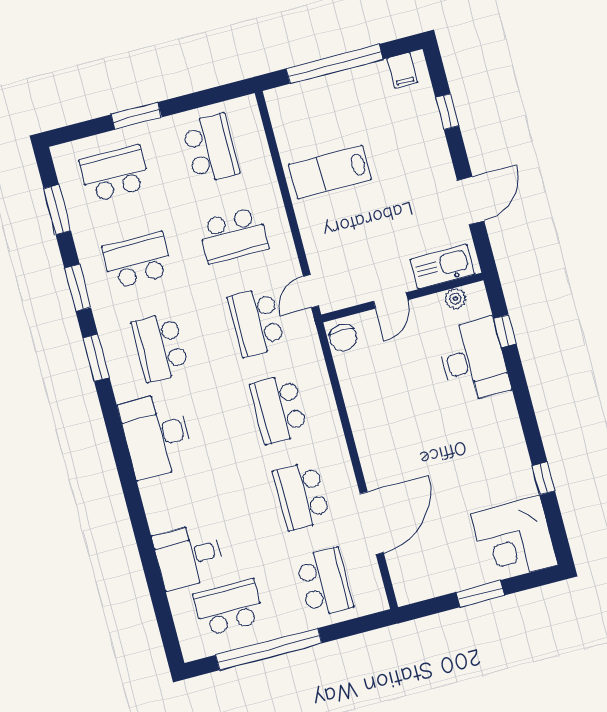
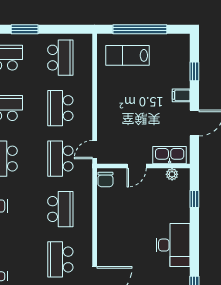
filing cabinet: (402, 70) -> (181, 95), moved, turned 90
lab bench: (330, 172) -> (127, 55), moved
school desk: (233, 235) -> (60, 108), turned 90
desk: (473, 360) -> (173, 245), moved
school desk: (279, 409) -> (60, 209), turned 180

